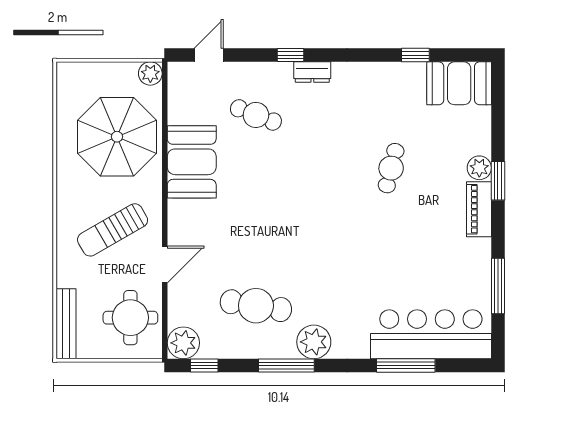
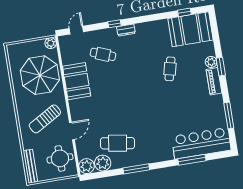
window: (415, 55) -> (184, 12), moved
booth: (459, 83) -> (191, 29), width x1.36, depth x1.42
plant: (314, 342) -> (103, 163), moved
window: (204, 366) -> (98, 175), removed

